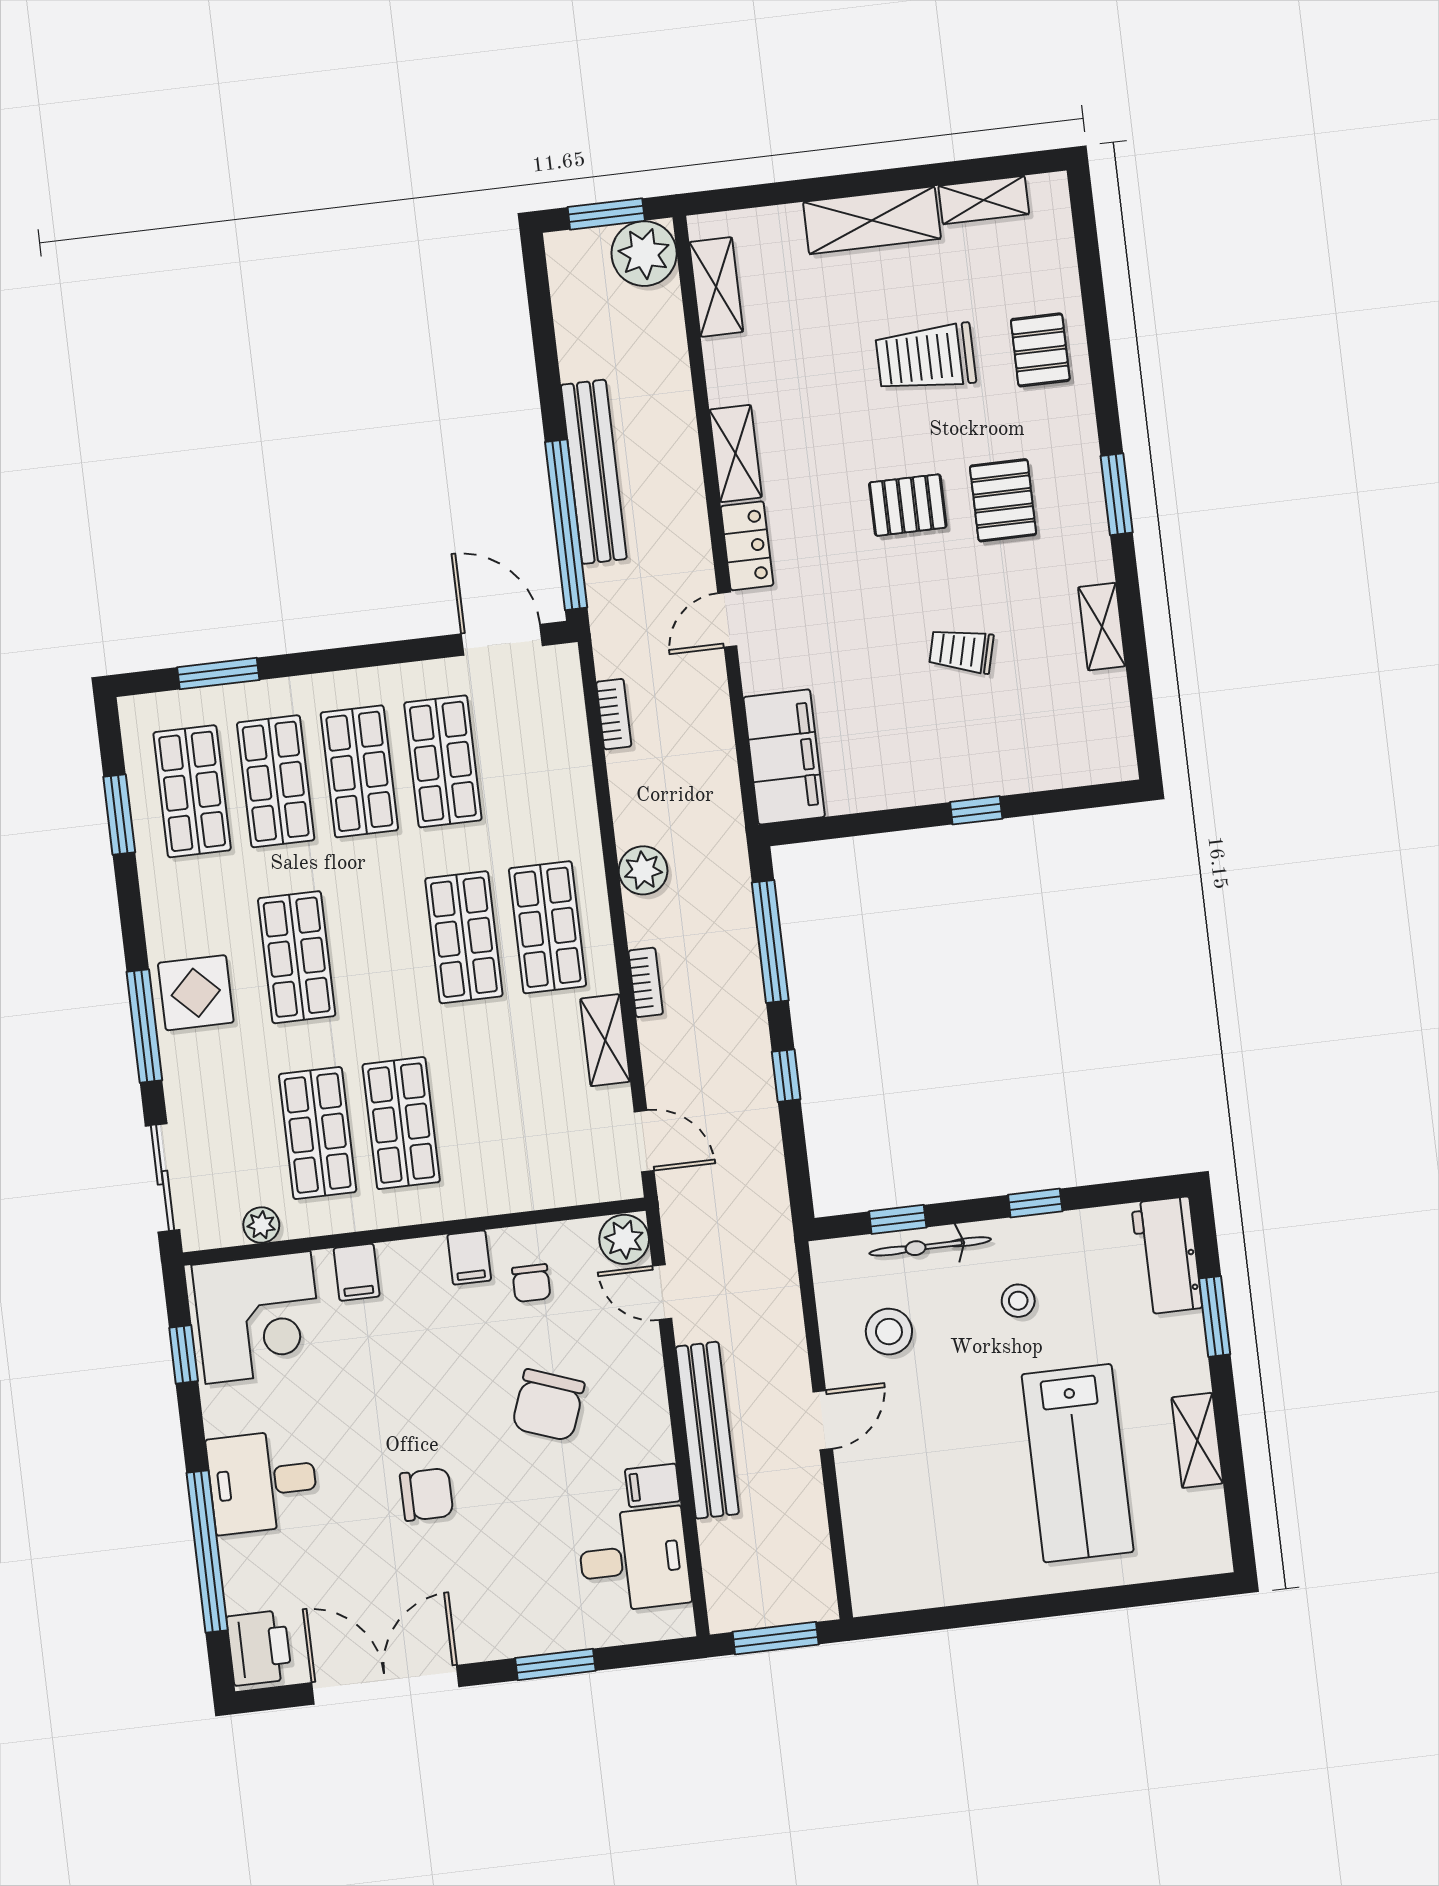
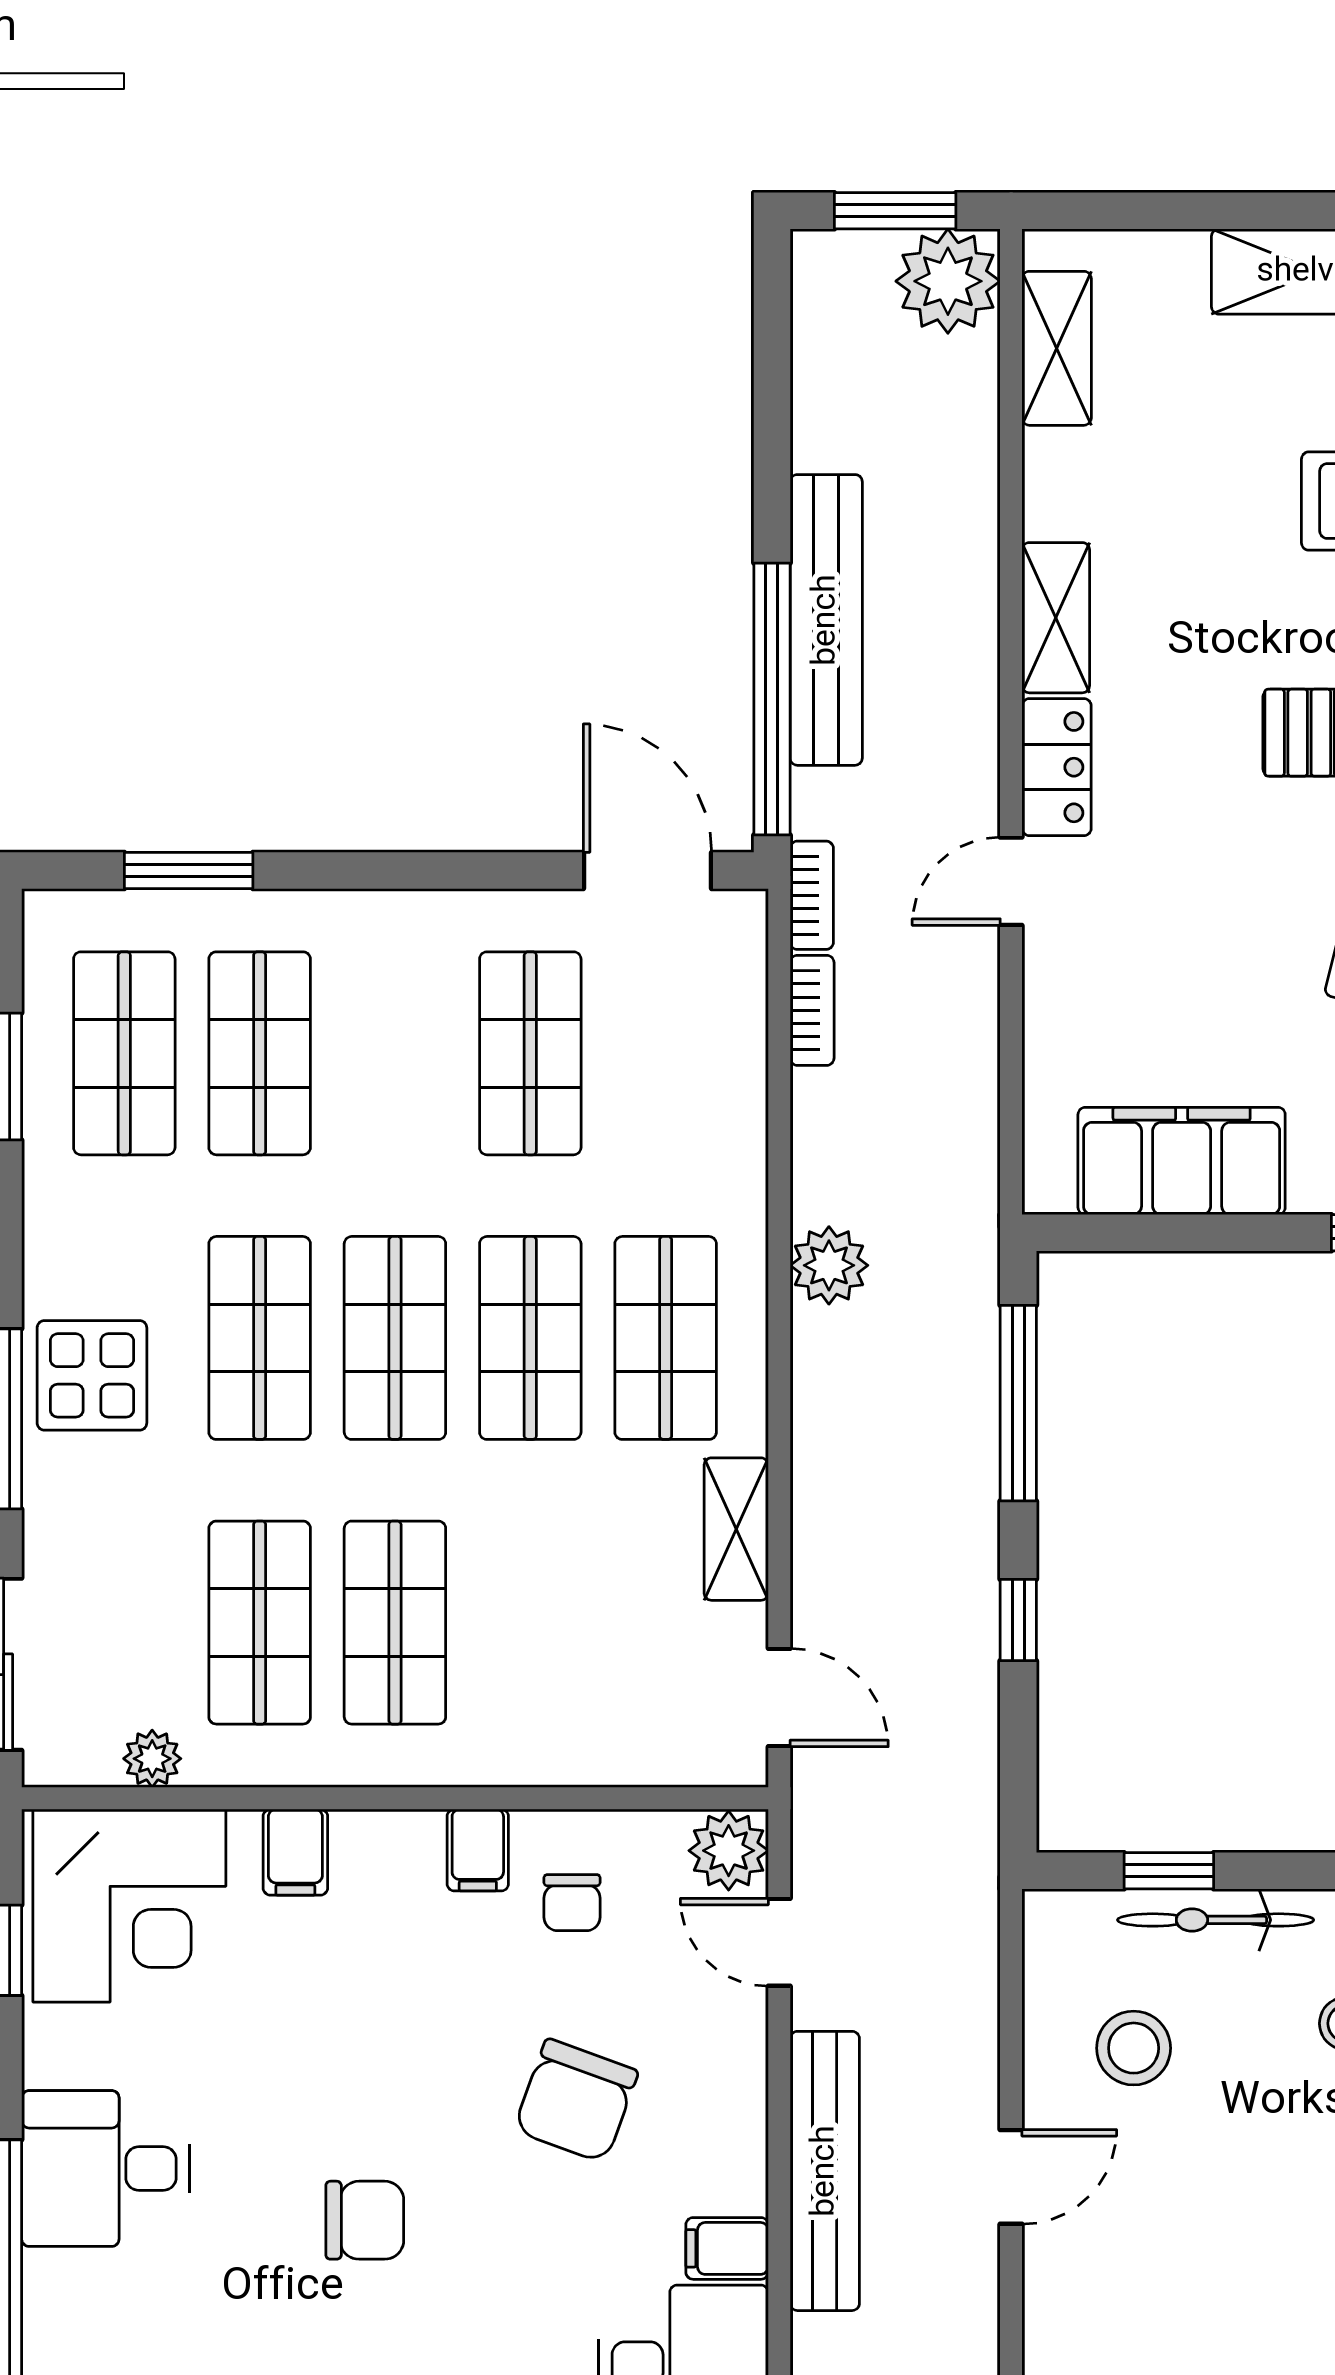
filing cabinet: (784, 757) -> (1182, 1161), moved, turned -90
shop shelf: (359, 771) -> (395, 1338), moved
bookcase: (646, 982) -> (812, 895), moved

